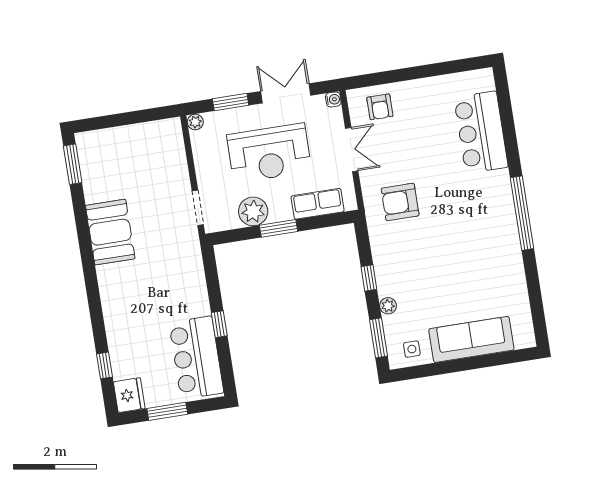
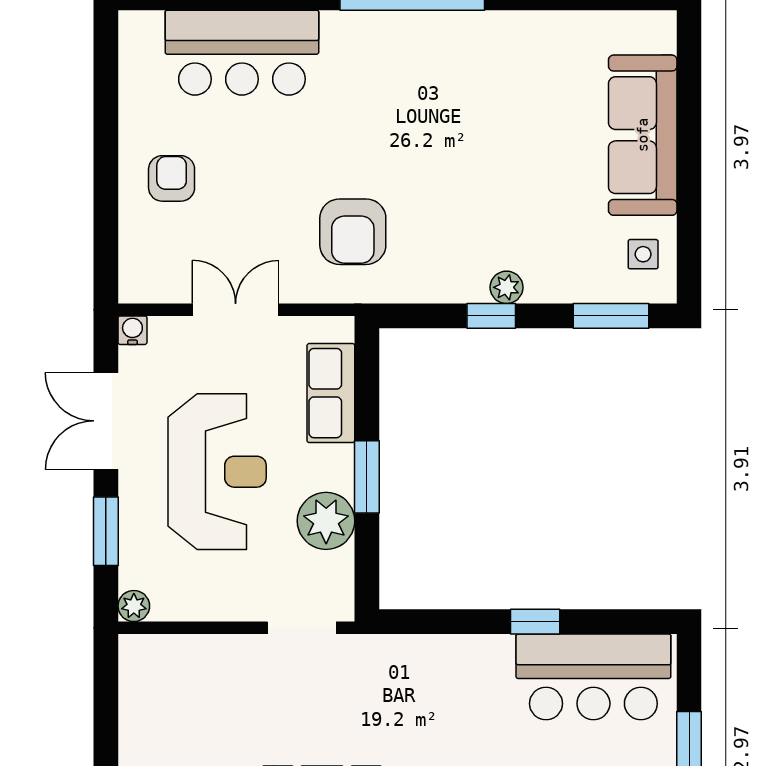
armchair: (380, 107) -> (172, 178), moved, turned -90
plant: (388, 306) -> (507, 287), moved

